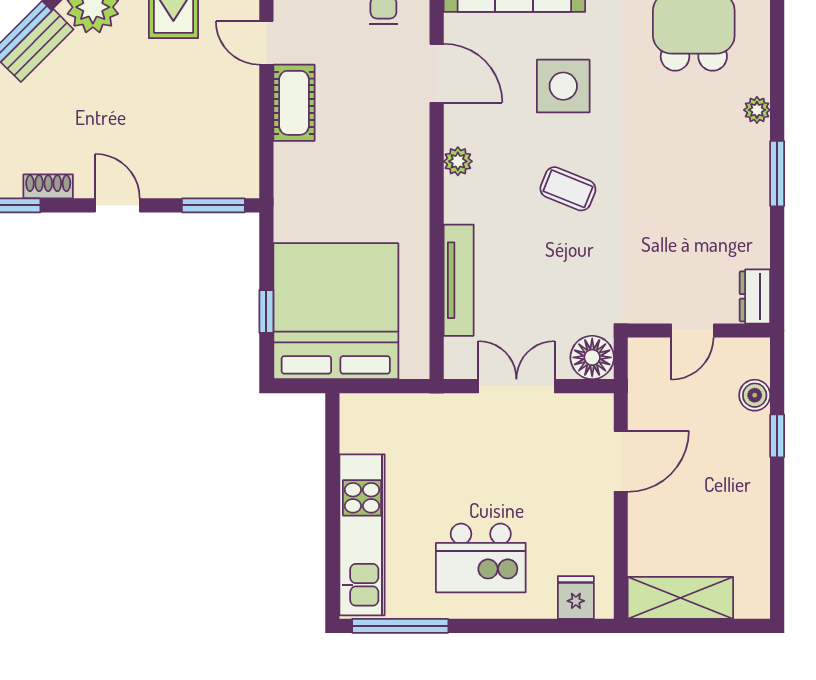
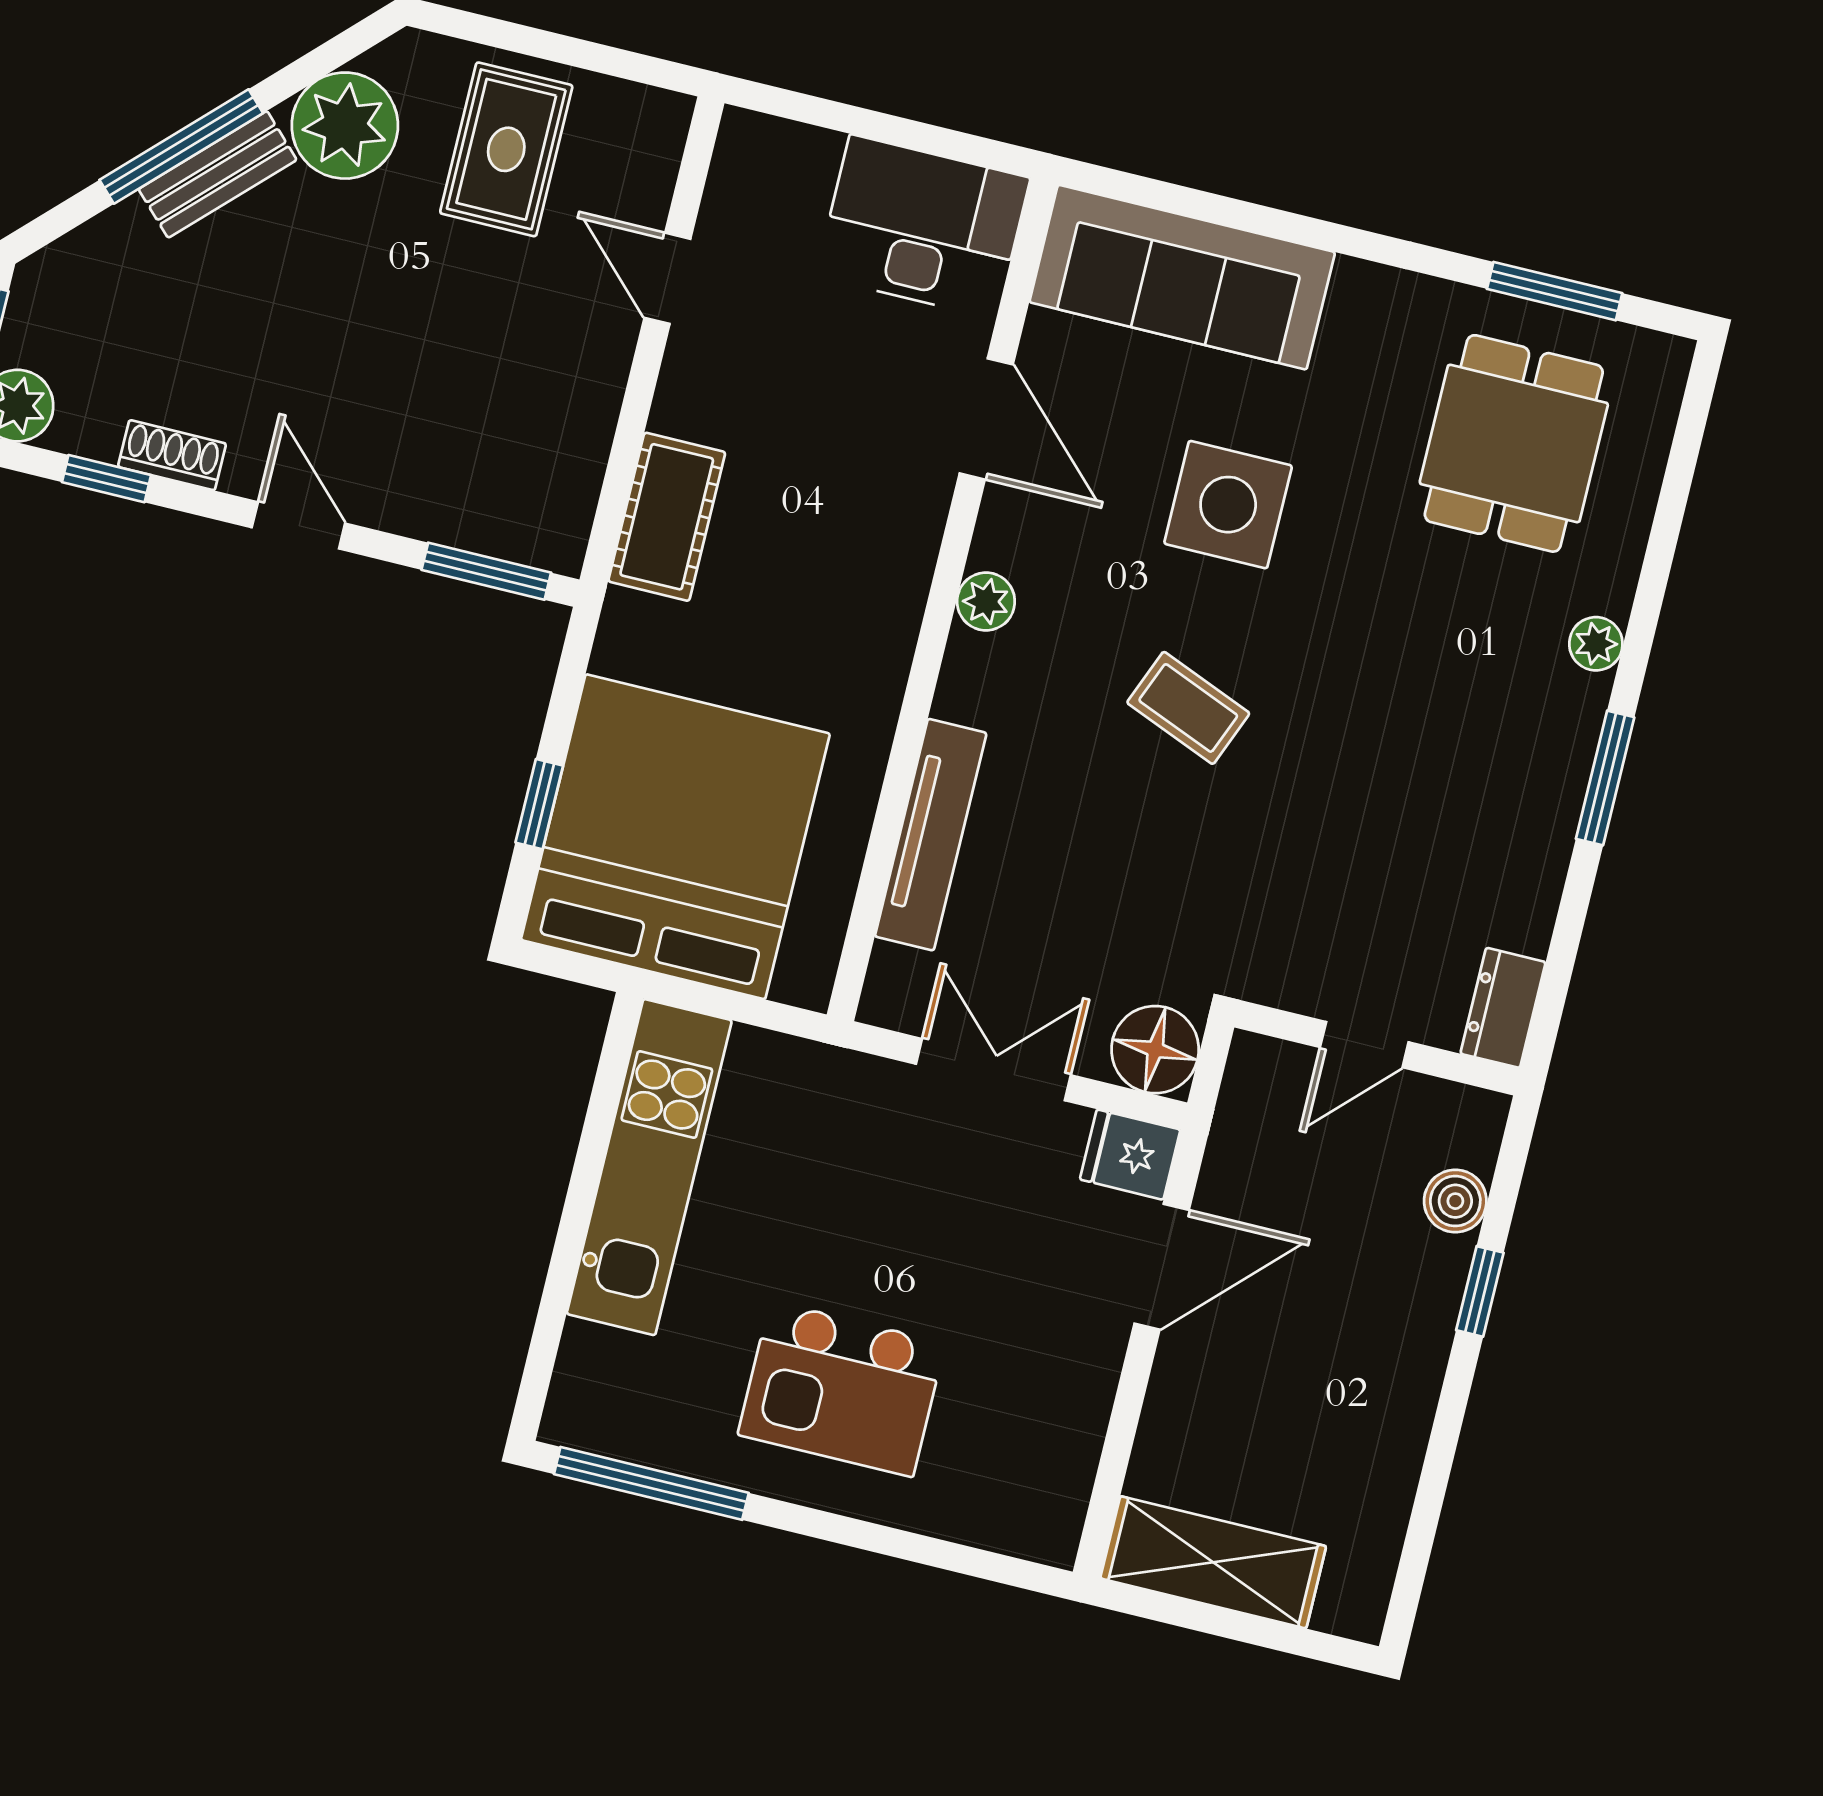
cot: (294, 103) -> (667, 517), moved
kitchen unit: (362, 535) -> (649, 1167), moved
fridge: (576, 597) -> (1130, 1155), moved, turned -90

